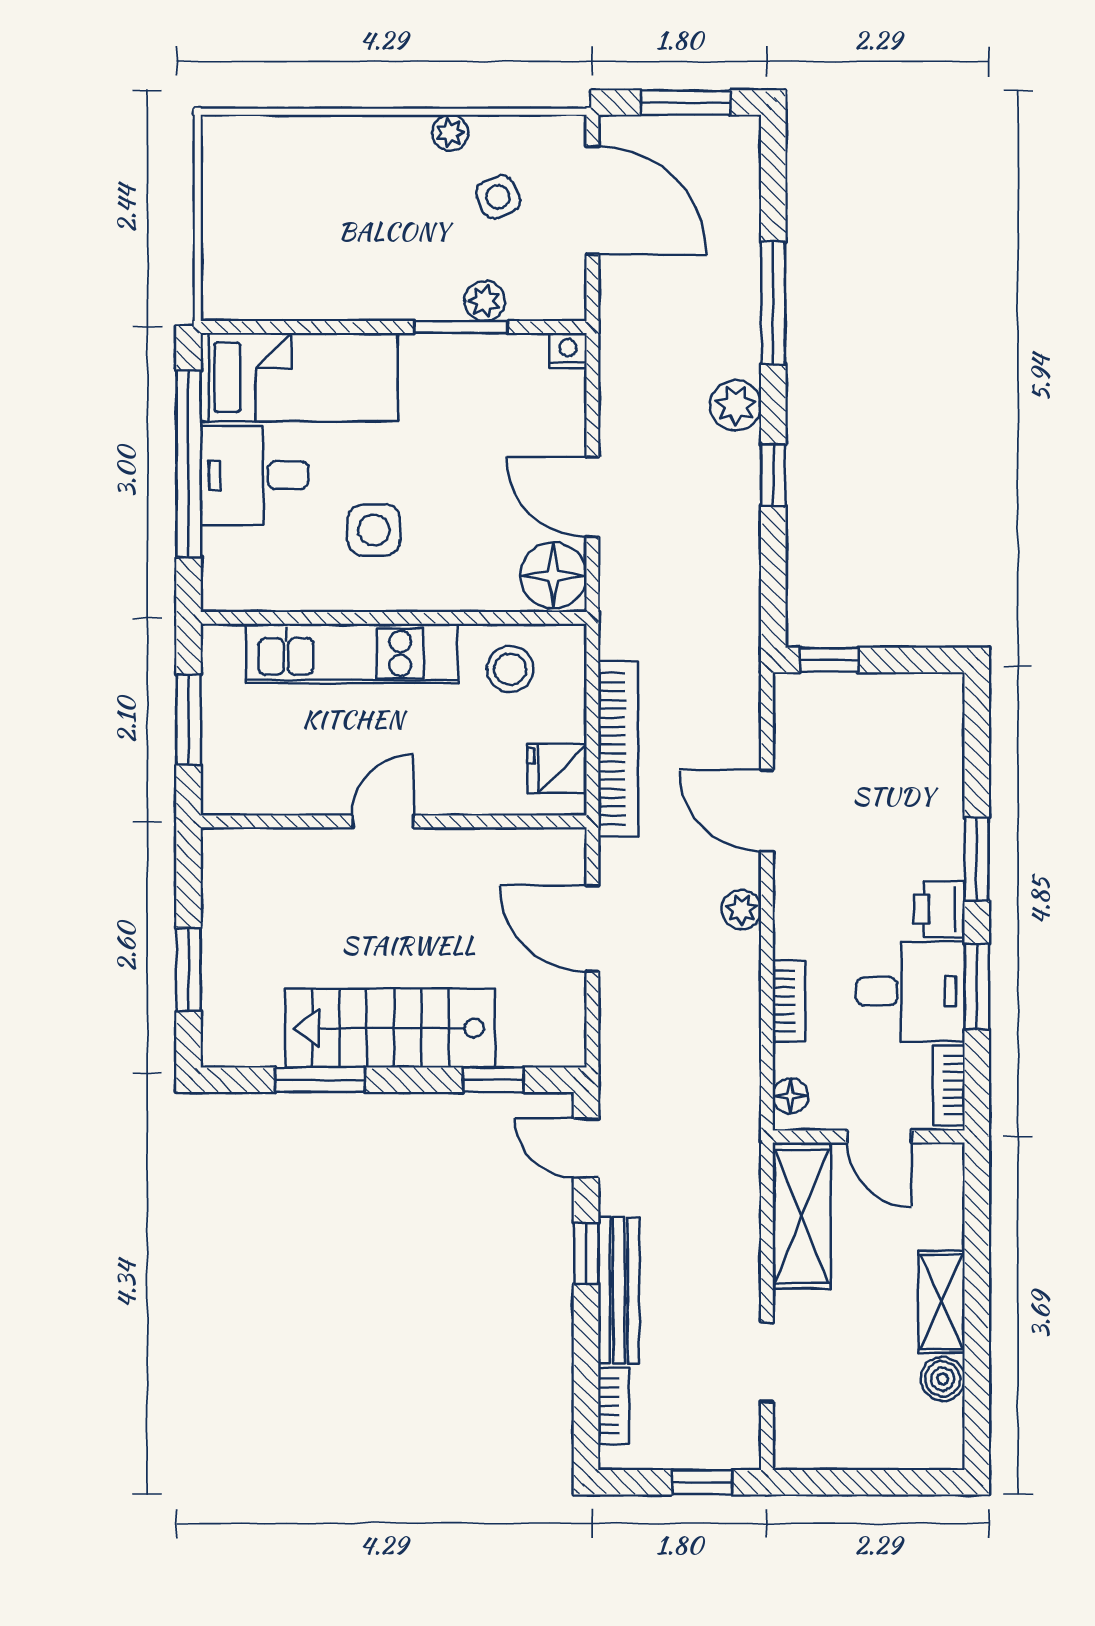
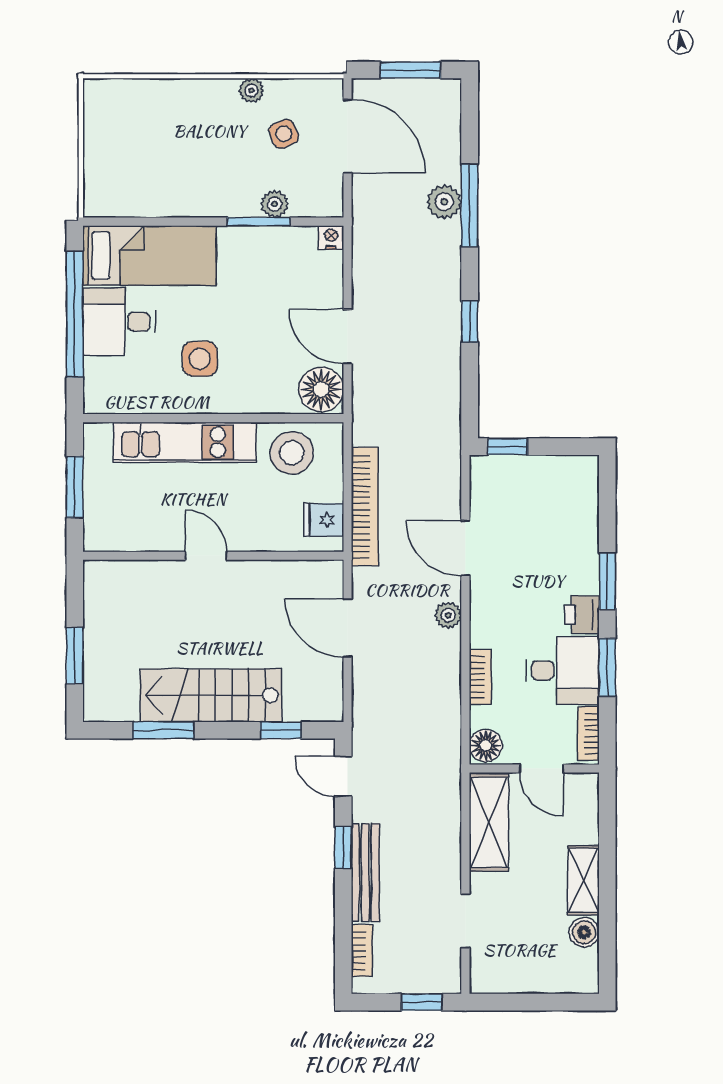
plant: (736, 405) -> (444, 202), moved
stool: (510, 669) -> (292, 453), width x1.38, depth x1.38
door: (383, 821) -> (206, 556), hinge flipped
floor lamp: (790, 1096) -> (486, 746), width x1.37, depth x1.37

